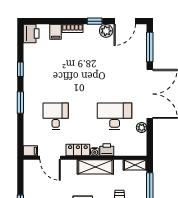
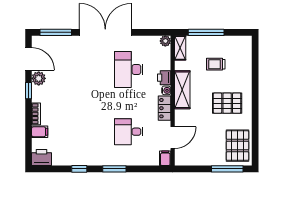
plant: (142, 127) -> (165, 41), moved

